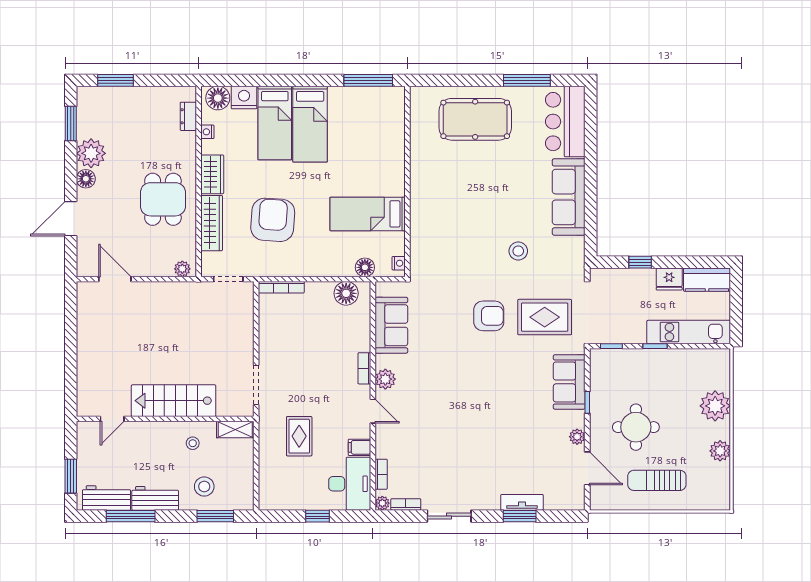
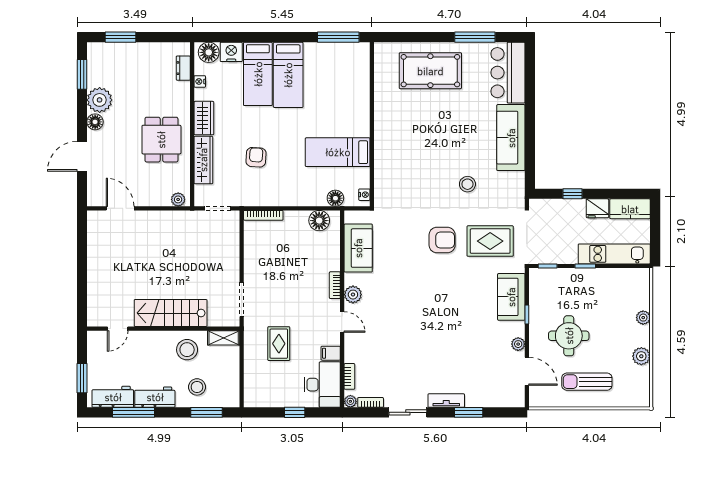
armchair: (273, 220) -> (256, 157), width x0.53, depth x0.53
plant: (715, 406) -> (643, 318), width x0.53, depth x0.53
stool: (193, 443) -> (187, 350), width x1.89, depth x1.89
tv unit: (522, 502) -> (446, 401), moved

